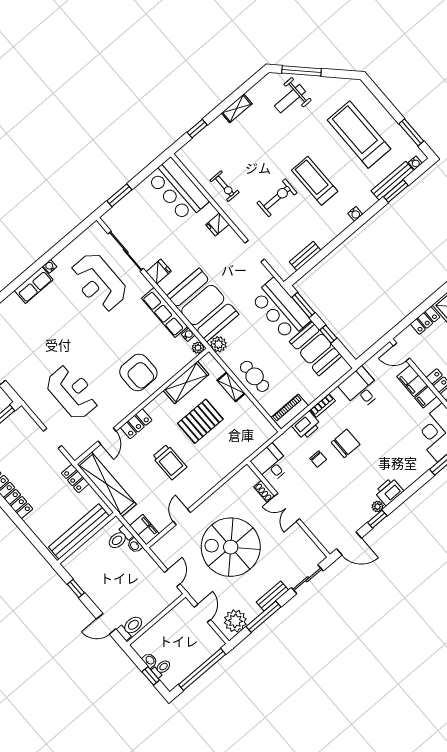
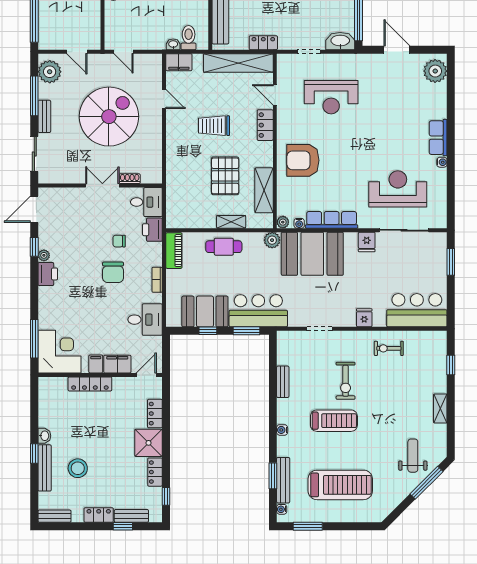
bench: (305, 256) -> (283, 382), moved
washbasin: (24, 422) -> (340, 41), added
printer: (306, 425) -> (152, 230), moved

